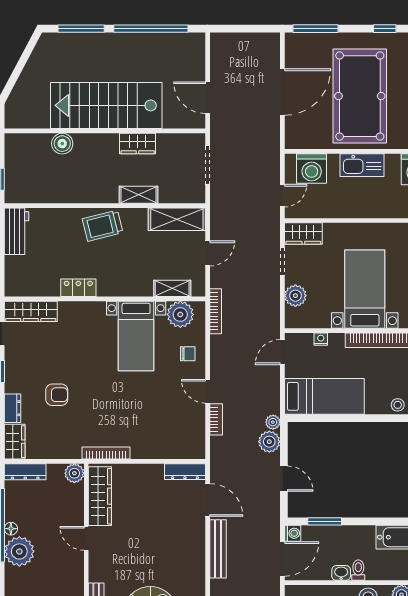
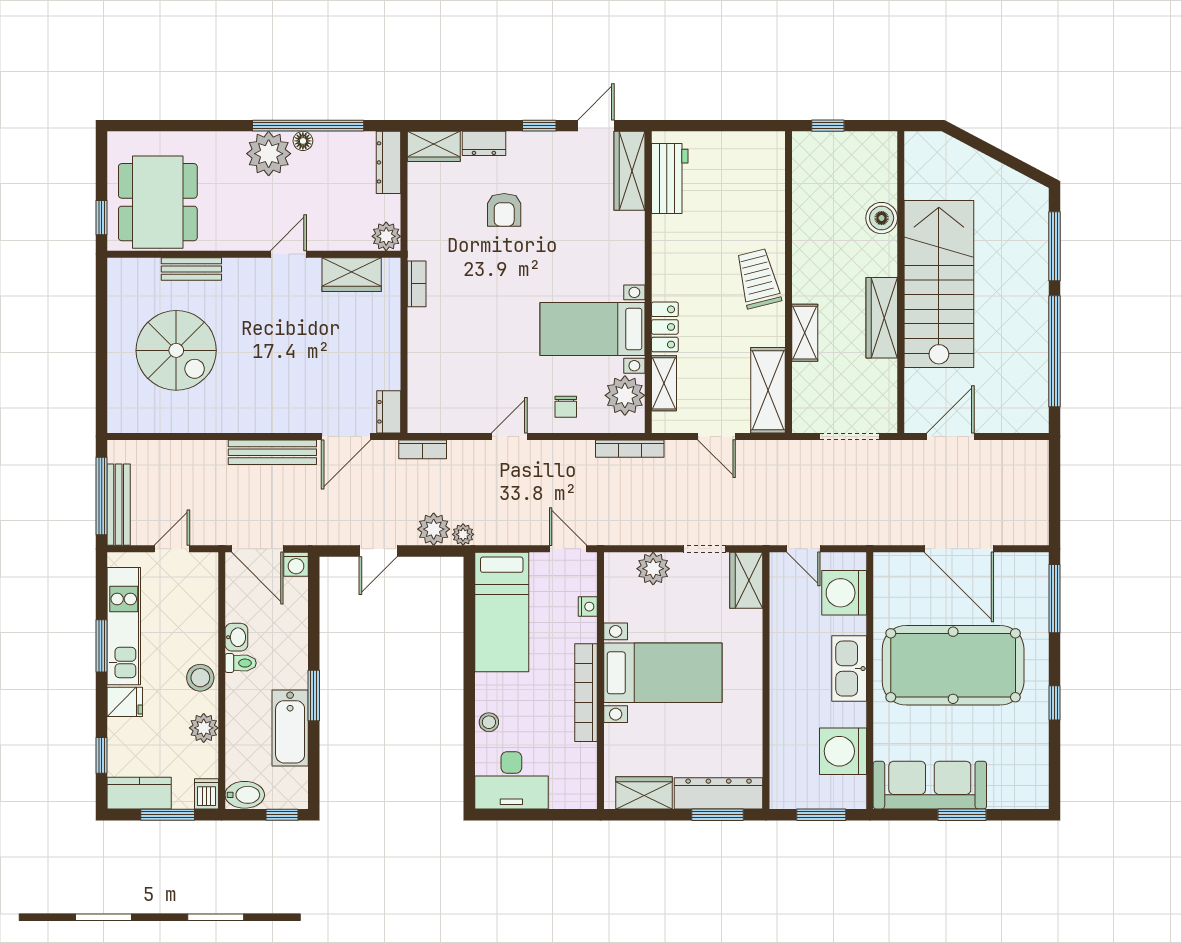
wardrobe: (138, 144) -> (882, 318), width x1.50
workbench: (17, 231) -> (670, 179), moved, turned -90
locker: (78, 288) -> (665, 327), moved
bookcase: (216, 419) -> (423, 449), moved
bookcase: (106, 453) -> (417, 284), width x0.64
dresser: (185, 472) -> (389, 412), width x0.70
wardrobe: (100, 496) -> (352, 275), width x0.67
window: (325, 521) -> (314, 695), moved

